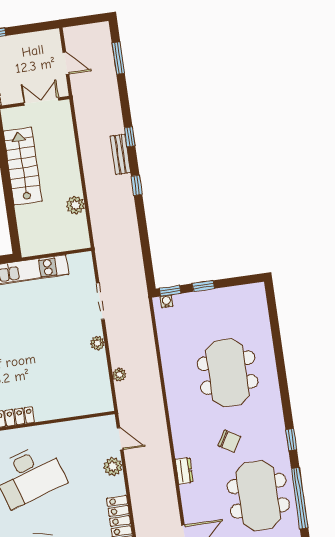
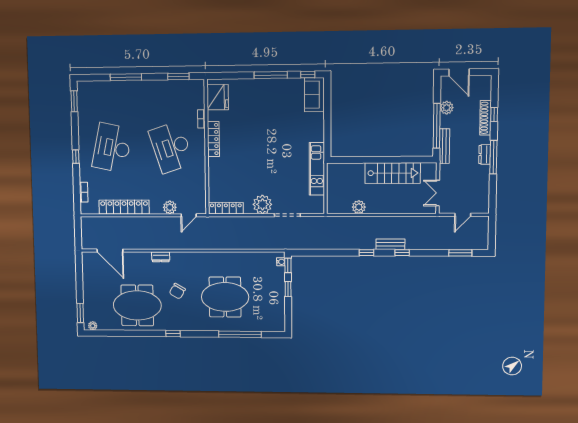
double door: (41, 101) -> (438, 193), swing flipped
plant: (97, 343) -> (262, 204), width x1.87, depth x1.87
plant: (119, 375) -> (234, 221), removed
locker: (103, 388) -> (226, 208), added
window: (300, 498) -> (240, 334), moved

